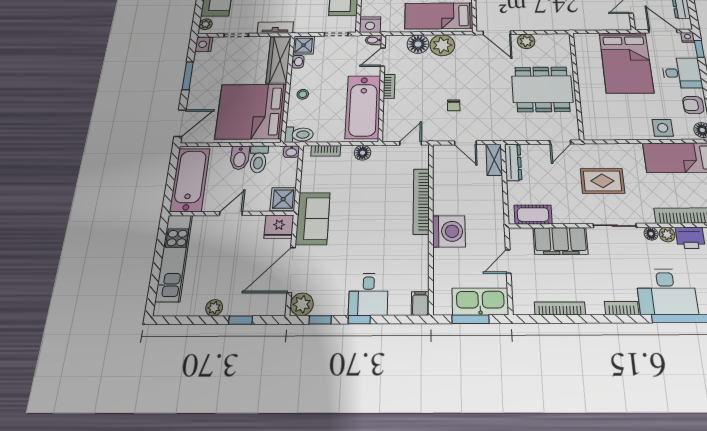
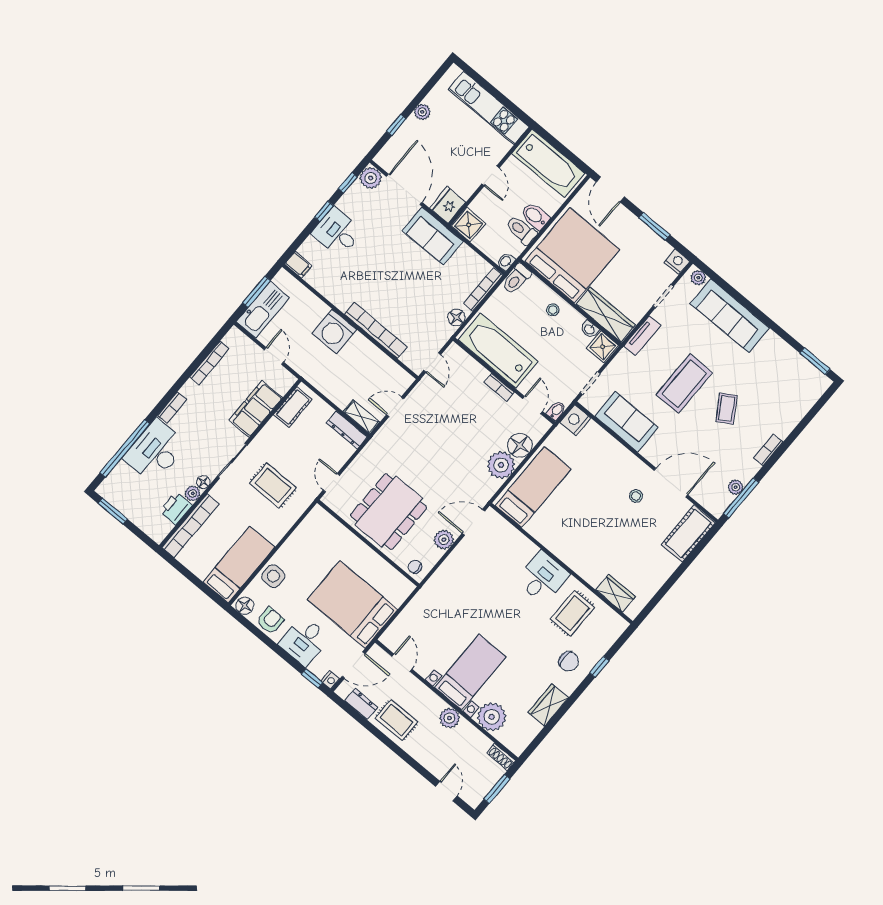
chair: (454, 105) -> (415, 567), moved
bookcase: (326, 151) -> (483, 290), width x1.56
rug: (602, 181) -> (273, 485), turned 90

